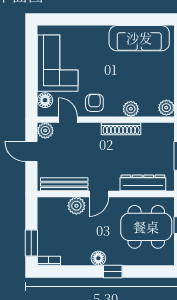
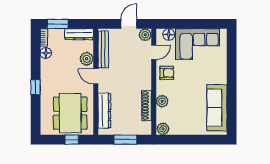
shoe rack: (121, 129) -> (147, 105), moved
dresser: (45, 216) -> (79, 34), added
floor lamp: (98, 258) -> (46, 53), moved

